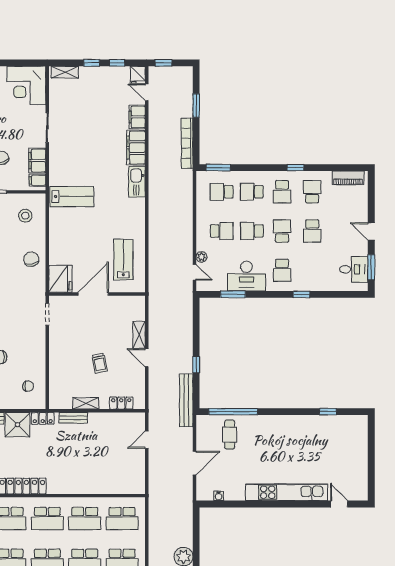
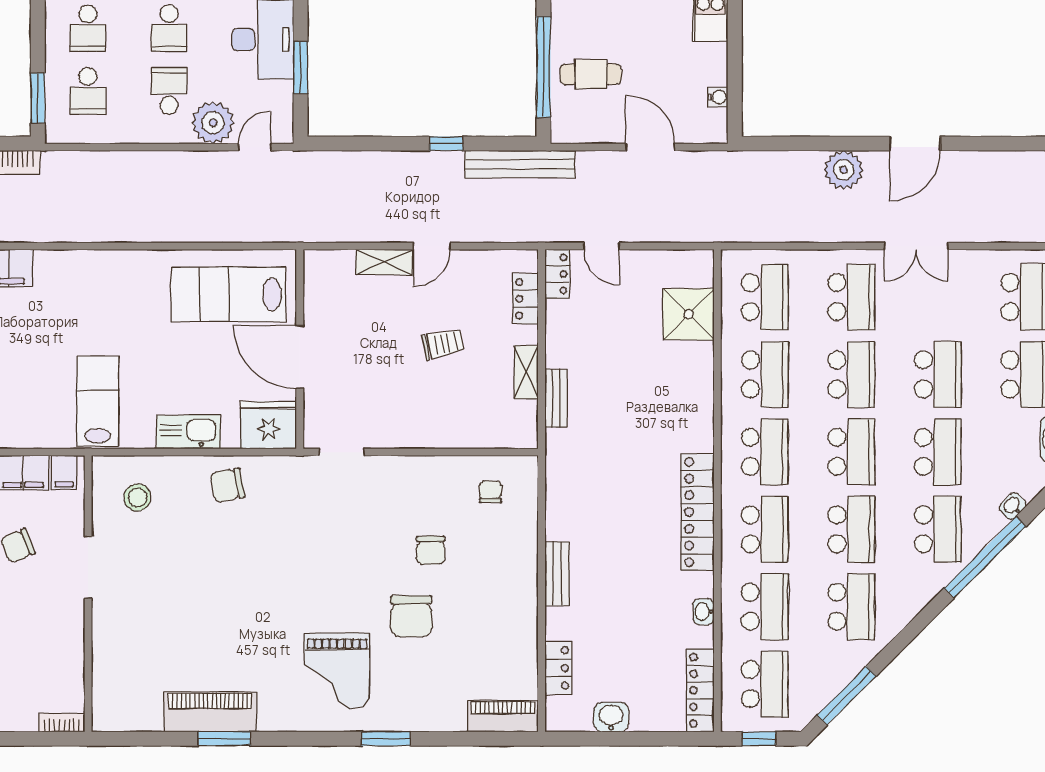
kitchen sink: (137, 182) -> (188, 432), moved, turned 180
plant: (201, 257) -> (213, 123), width x1.87, depth x1.87
lab bench: (123, 260) -> (228, 295), width x1.36, depth x1.39
locker: (43, 418) -> (557, 274), moved
shower: (17, 425) -> (689, 314), moved

